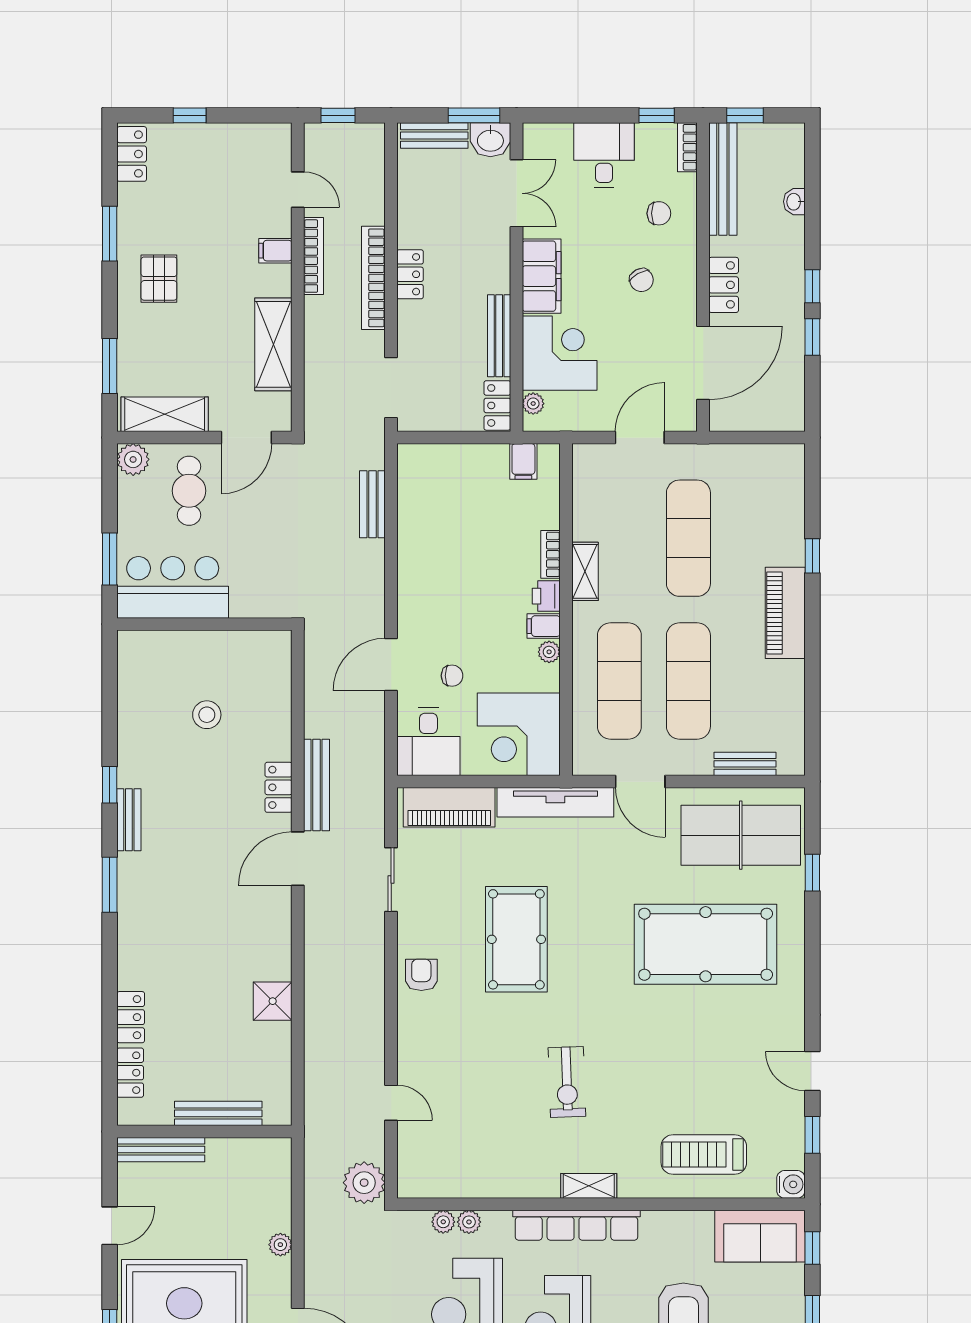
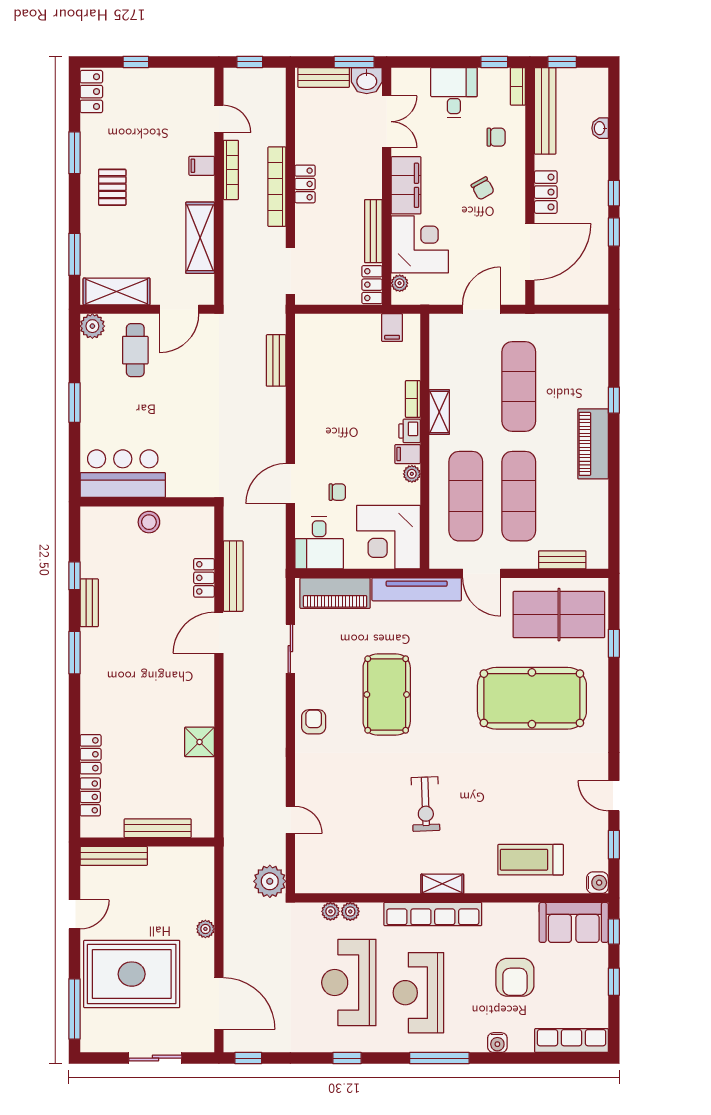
bar counter: (173, 587) -> (123, 474), moved
wall: (204, 624) -> (147, 502), moved

